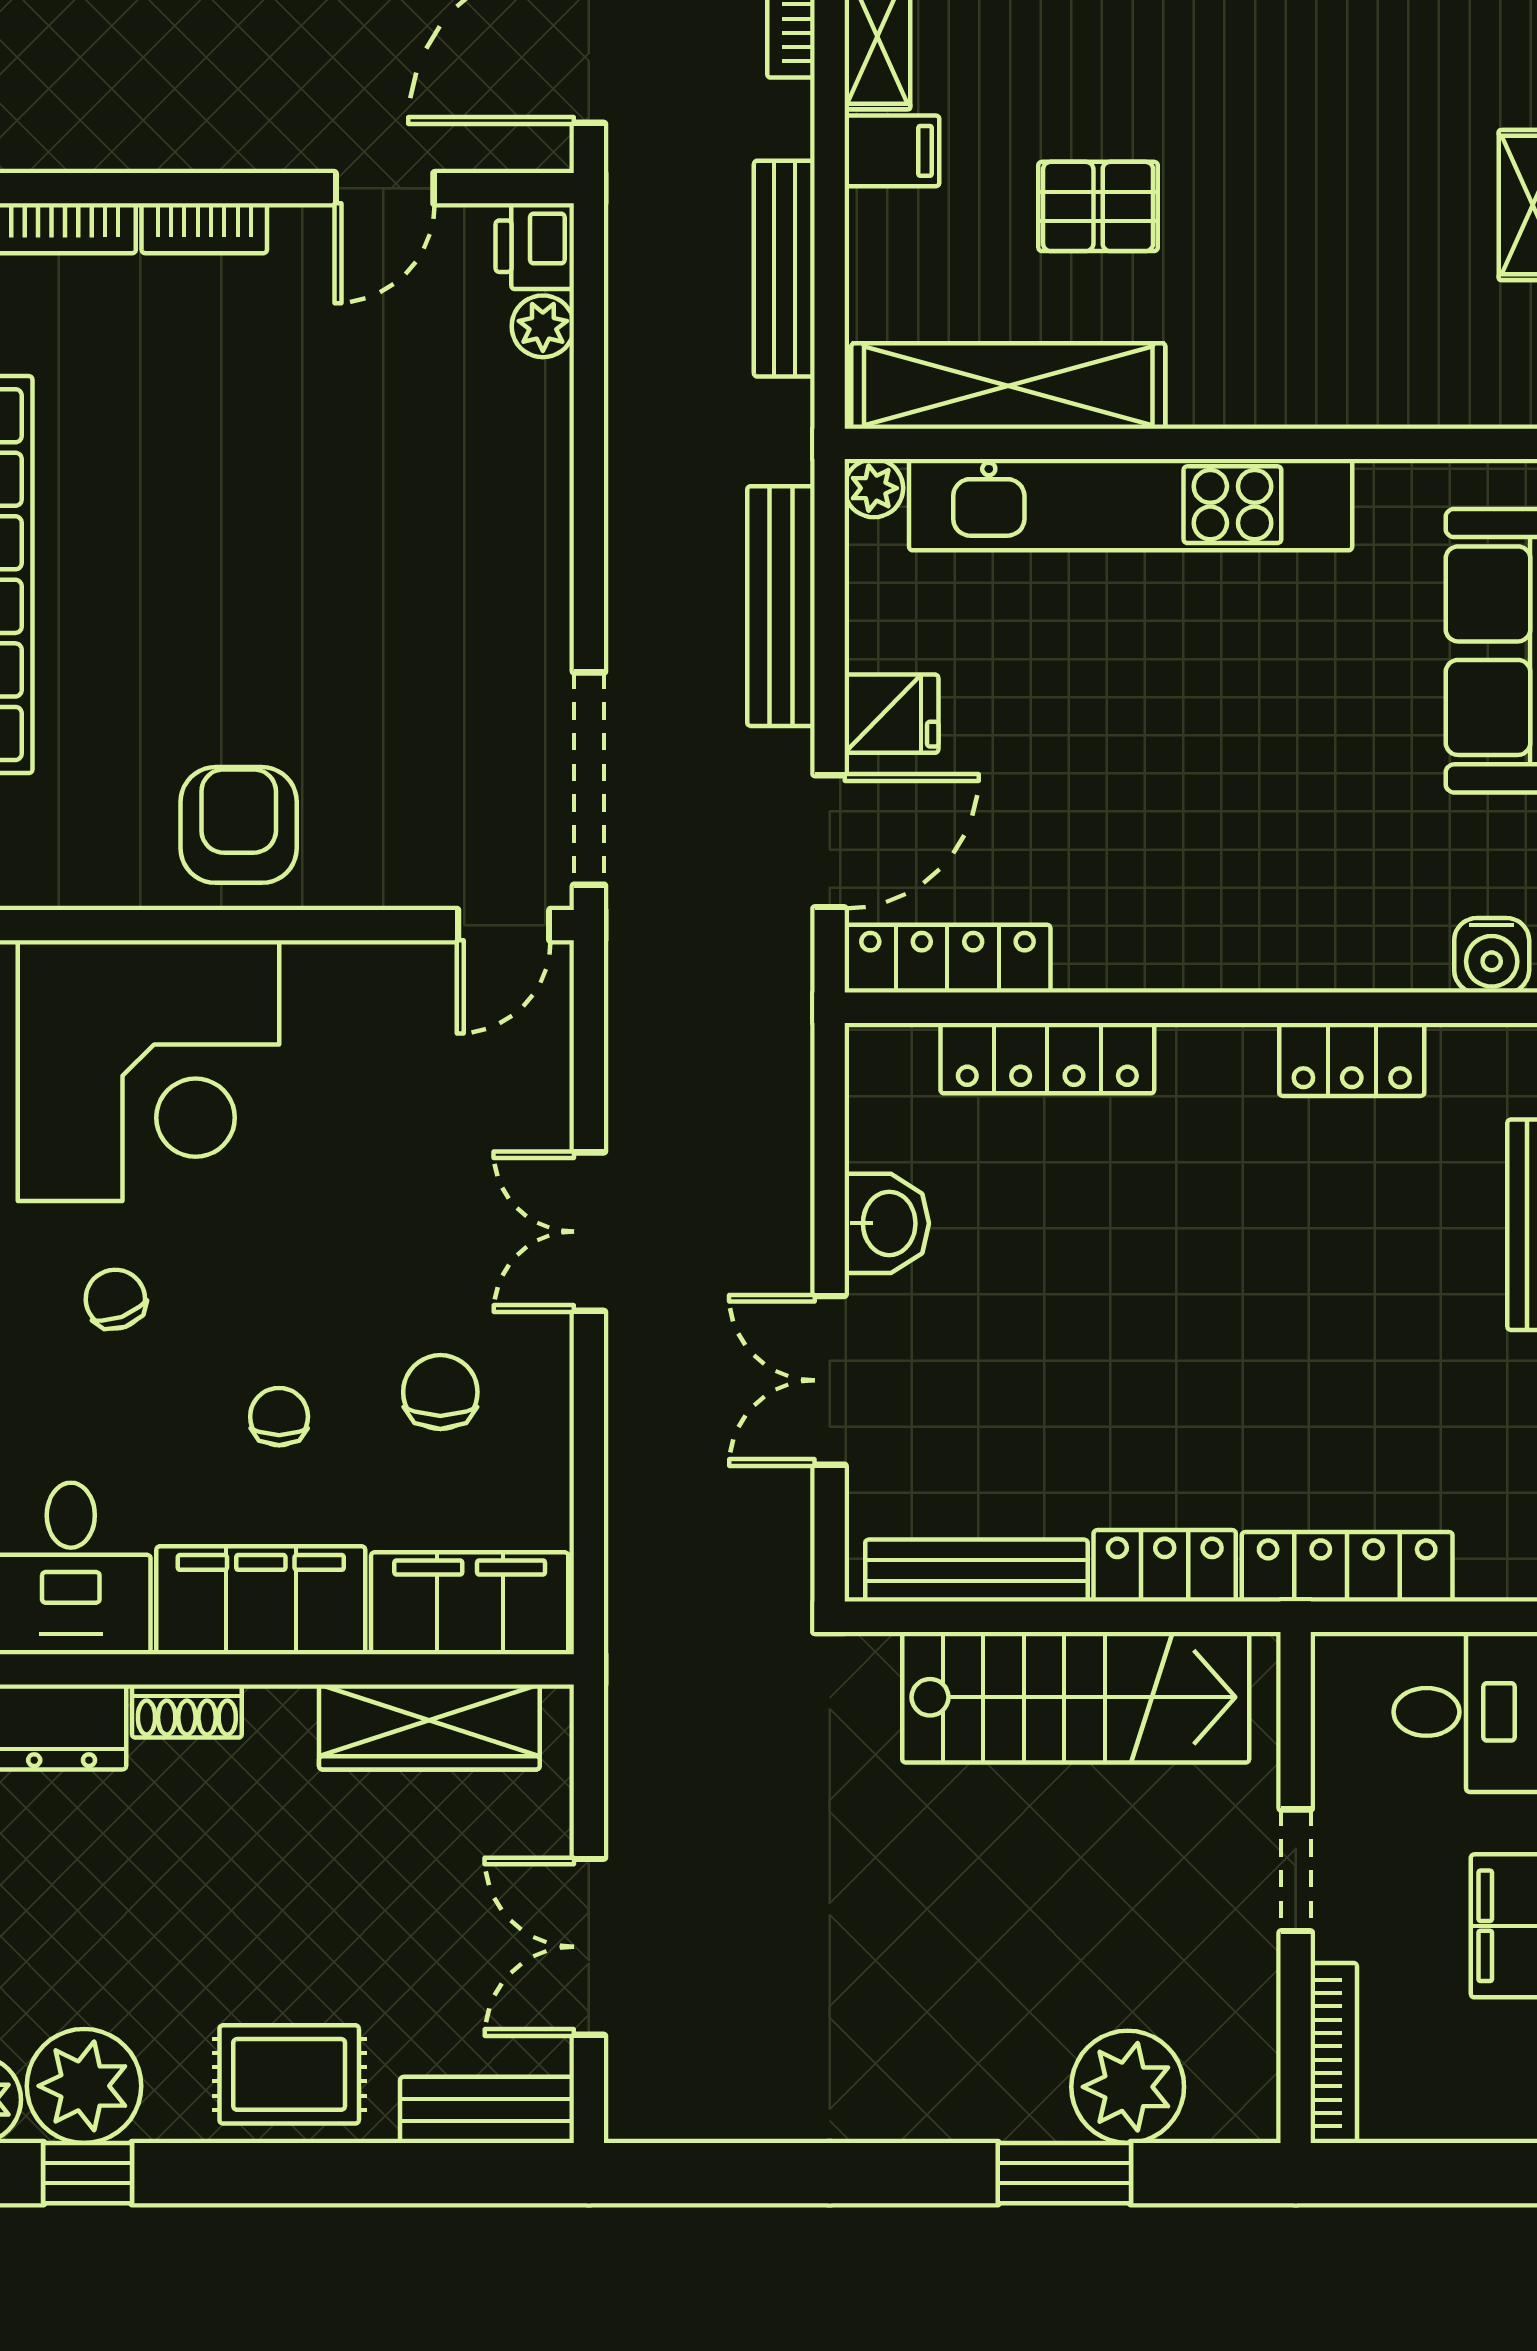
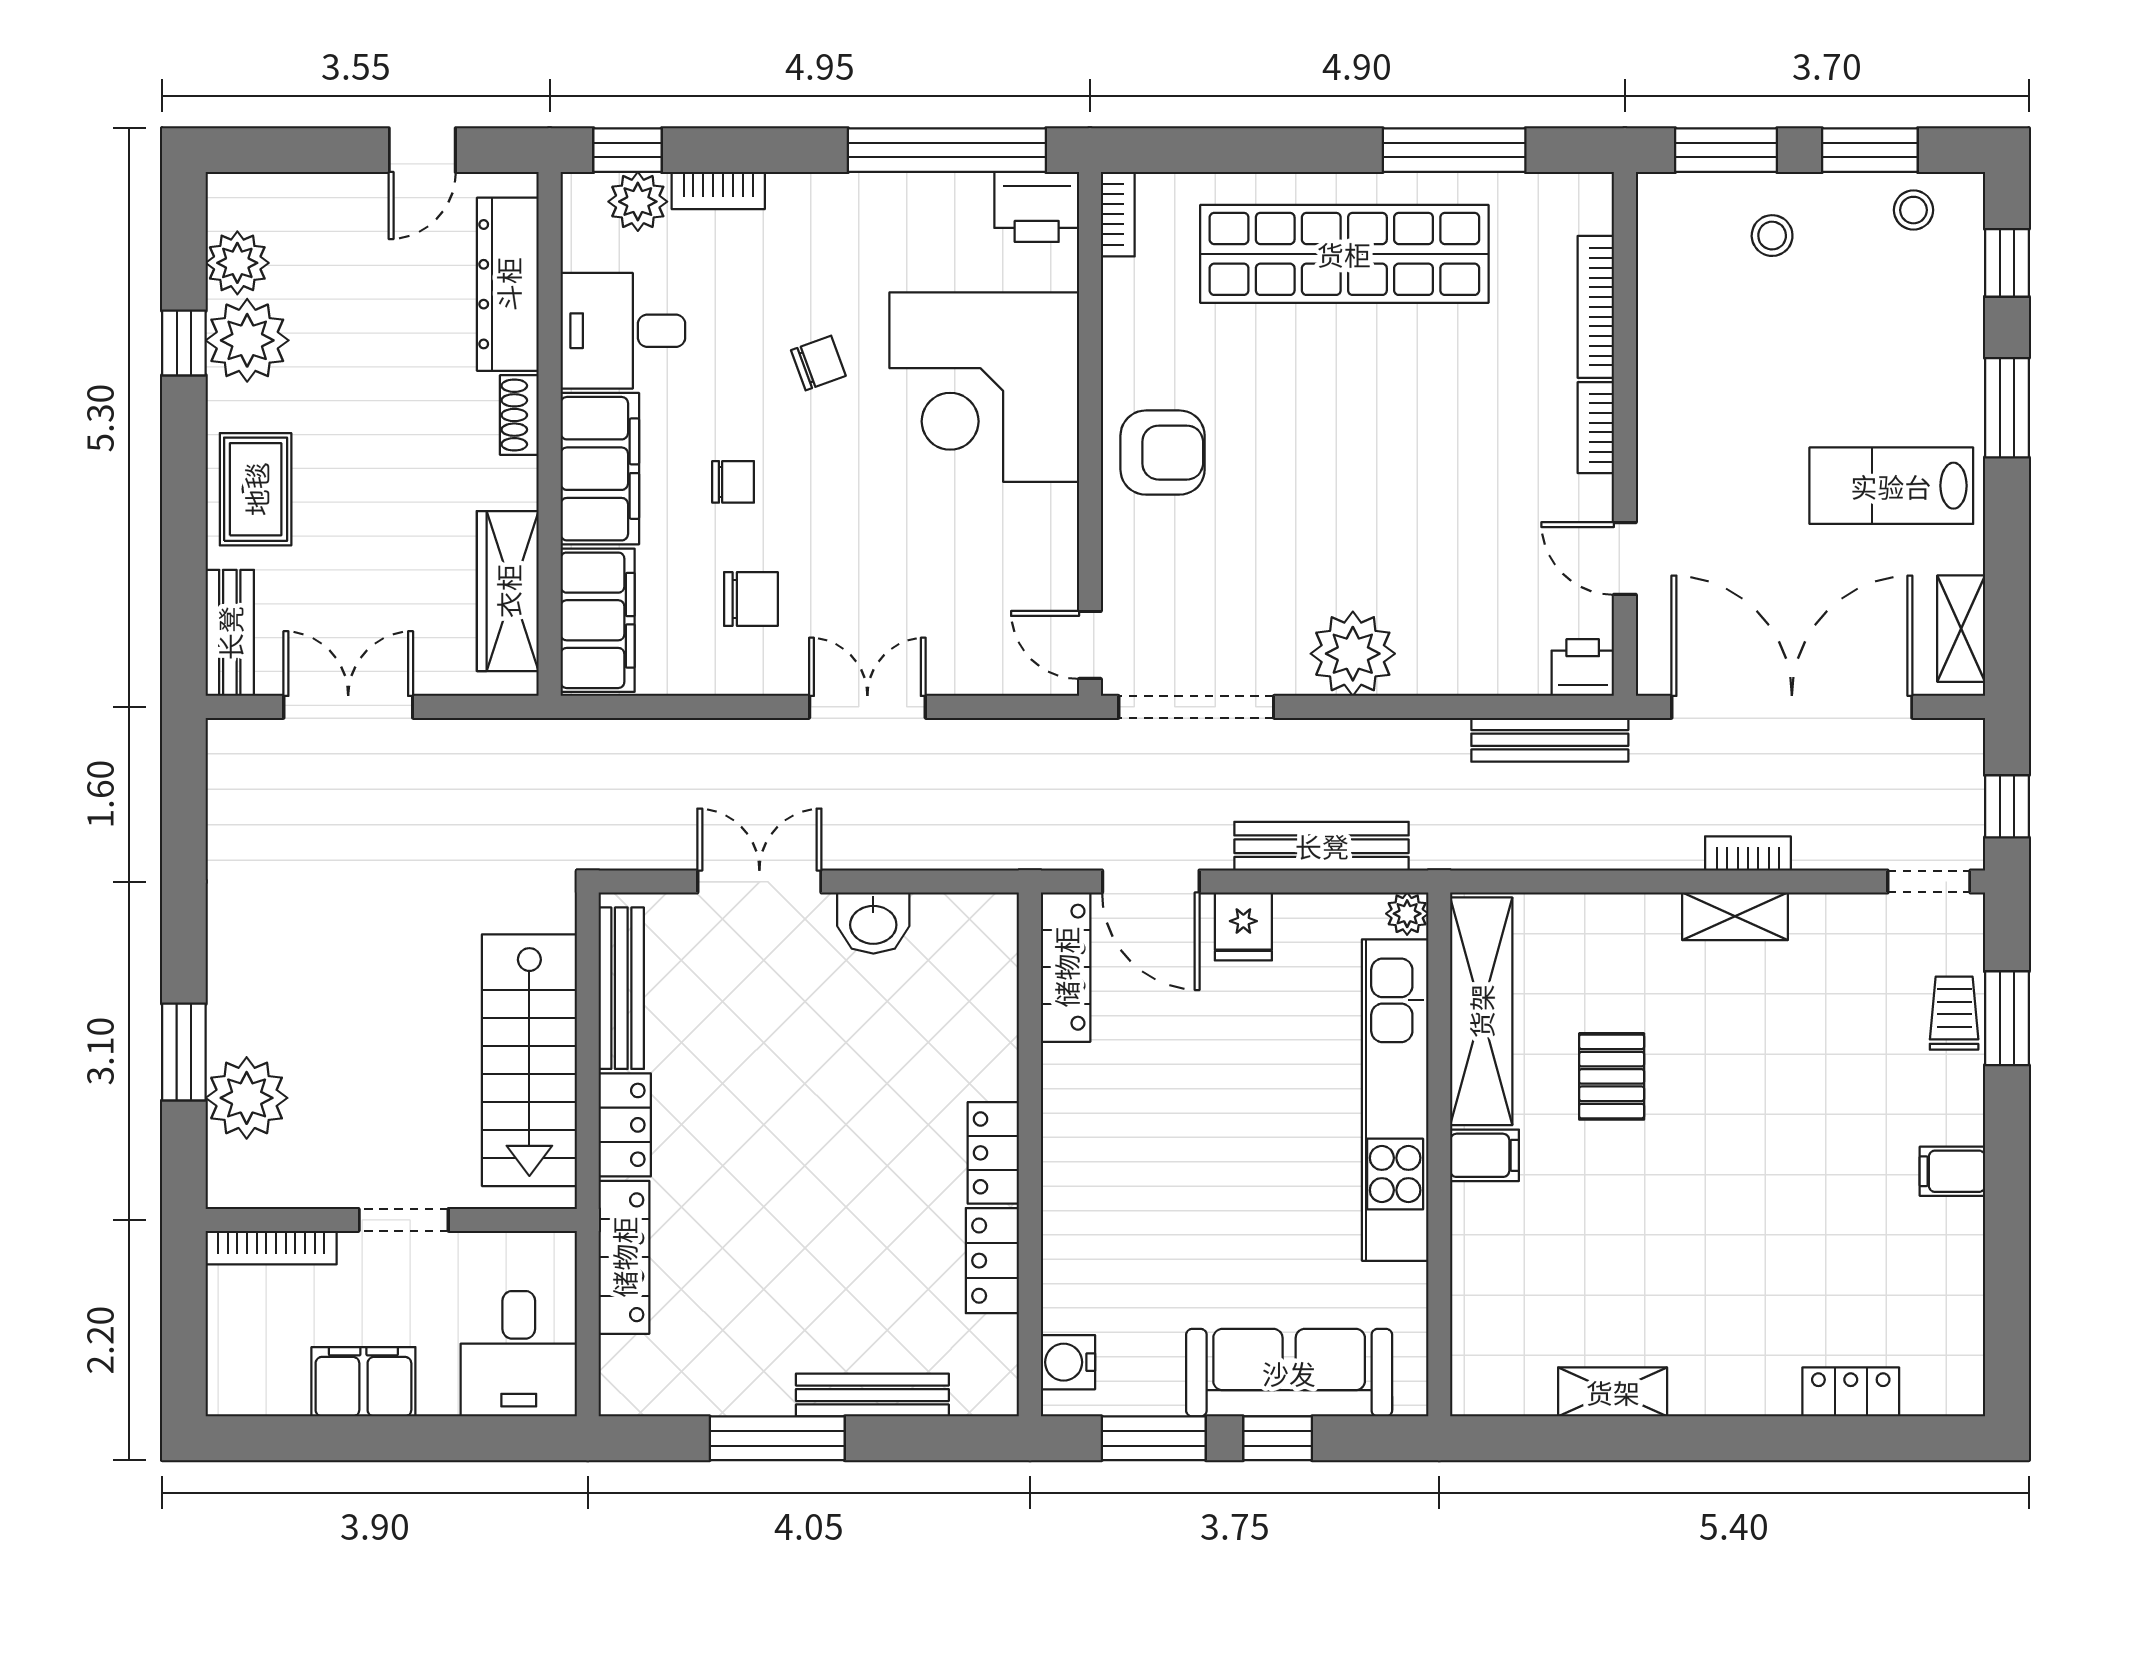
filing cabinet: (892, 151) -> (1485, 1155), moved, turned -90
bench: (784, 269) -> (1550, 740), moved
plant: (543, 326) -> (1353, 654), moved, width x1.88, depth x1.88
locker: (1047, 1058) -> (993, 1153), moved, width x0.66

